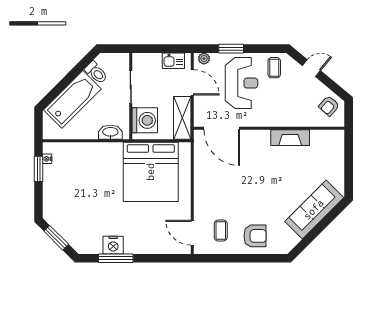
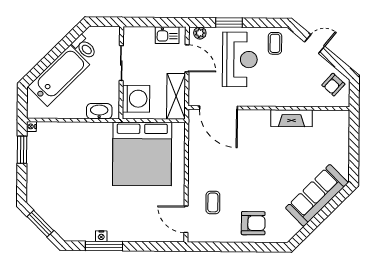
nightstand: (47, 159) -> (31, 126), moved
coffee table: (221, 231) -> (213, 202), moved
nightstand: (113, 245) -> (101, 236), width x0.53, depth x0.56

